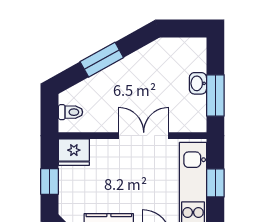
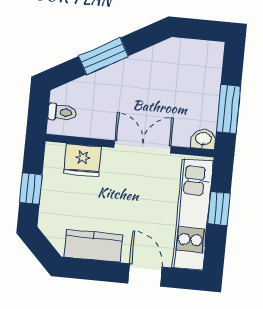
washbasin: (198, 83) -> (203, 139), moved, turned 90
fridge: (74, 152) -> (82, 160), moved

